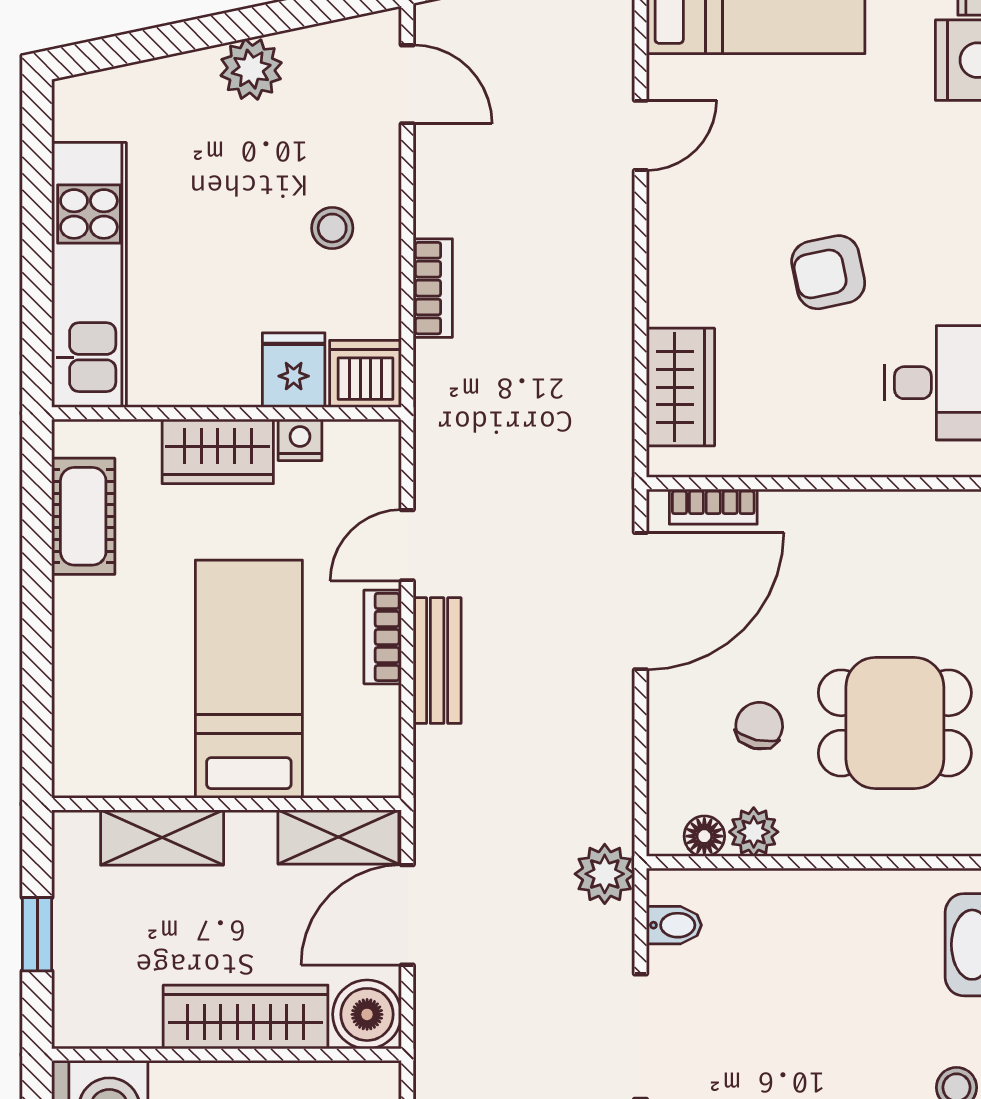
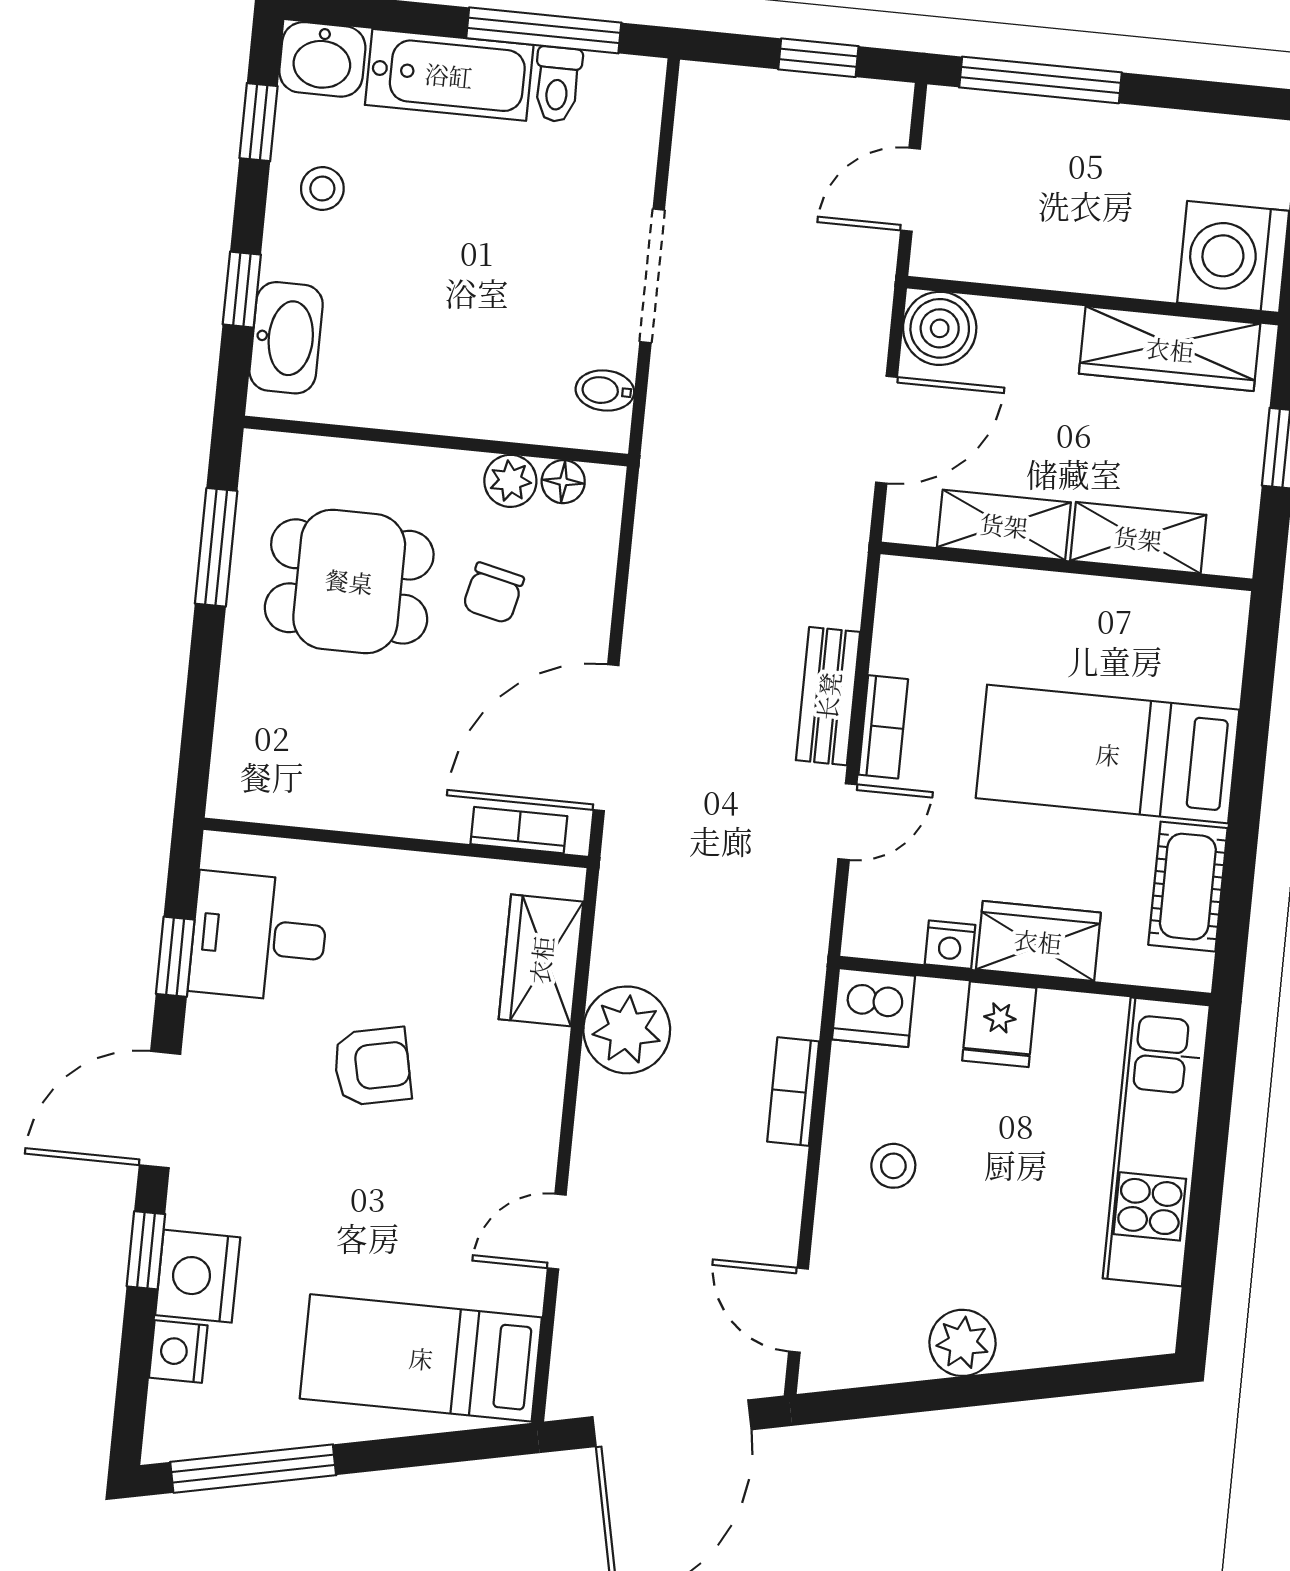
fridge: (294, 370) -> (999, 1024), moved
bed: (249, 679) -> (1108, 754), moved, turned 90
shelving: (338, 837) -> (1004, 525), moved
plant: (605, 874) -> (627, 1030), moved, width x1.36, depth x1.36
wardrobe: (246, 1017) -> (1170, 349), moved

